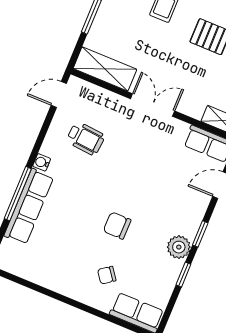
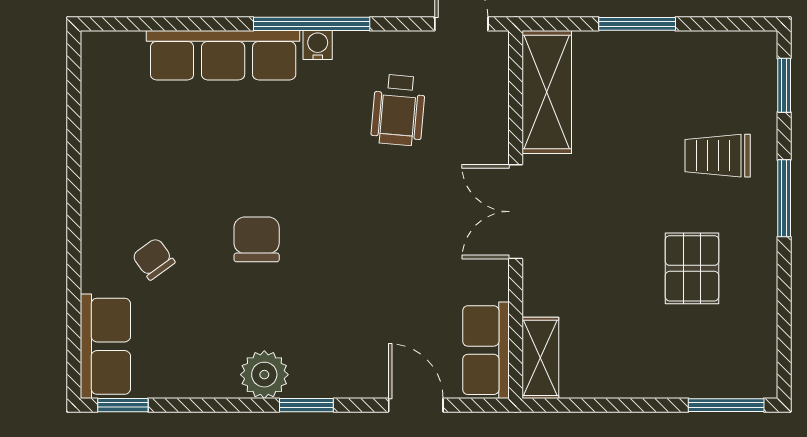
double door: (153, 105) -> (516, 212), swing flipped
window: (18, 194) -> (312, 24), moved
window: (183, 275) -> (123, 405), moved

